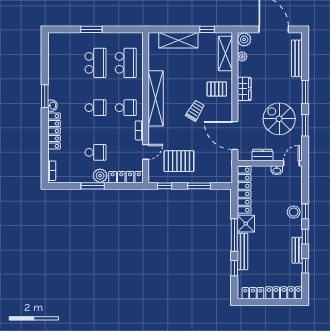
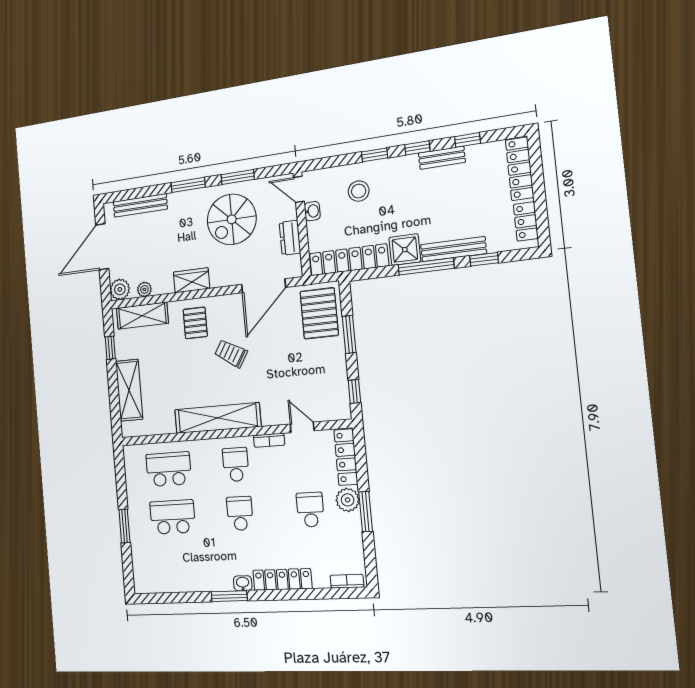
pallet: (179, 161) -> (319, 313), moved
stool: (294, 212) -> (359, 191), moved

